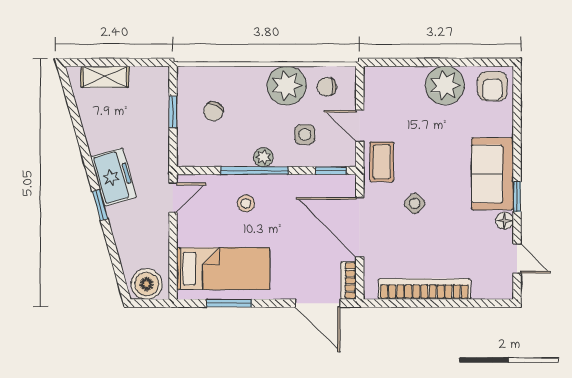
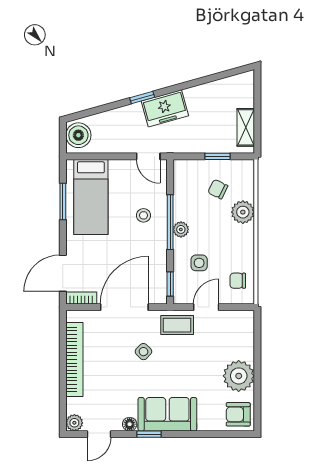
shelving: (105, 77) -> (246, 127), moved
plant: (287, 86) -> (243, 212), moved, width x0.73, depth x0.73
chair: (327, 87) -> (238, 281), turned -90
plant: (503, 289) -> (74, 423), added

